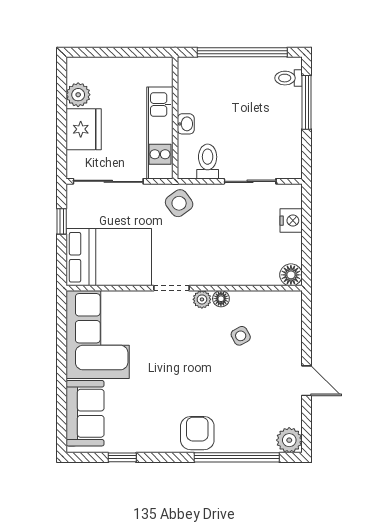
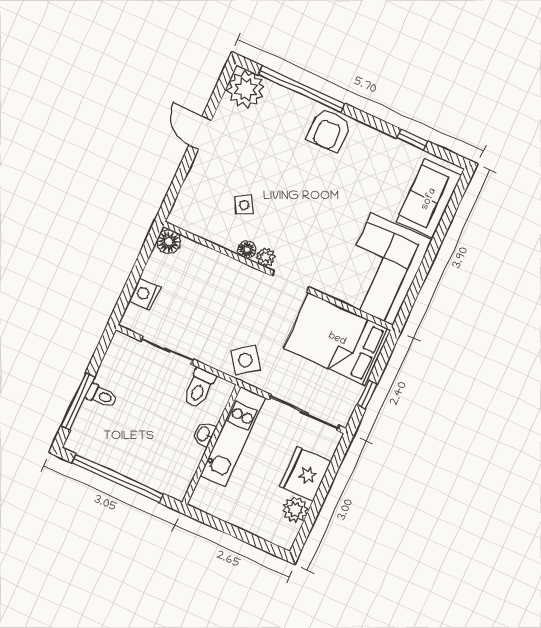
toilet: (289, 78) -> (101, 396), moved
plant: (289, 440) -> (246, 89), width x1.36, depth x1.36

